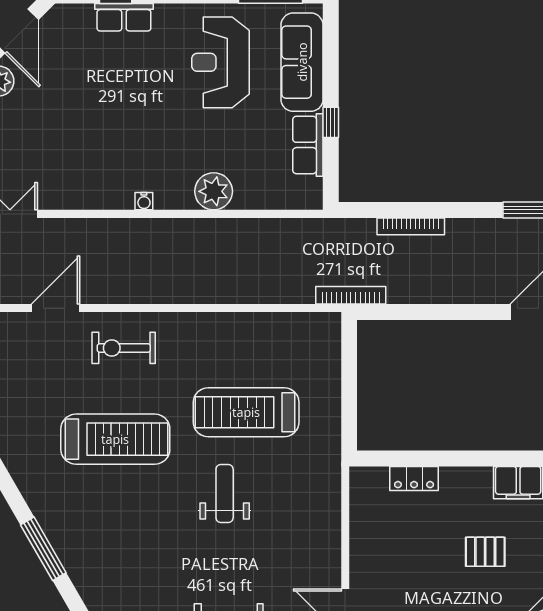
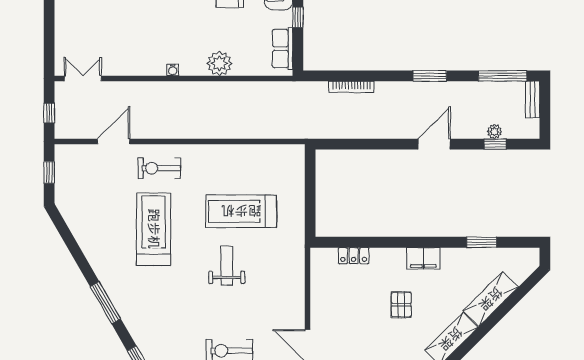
row of seats: (308, 145) -> (283, 49), moved
bookcase: (351, 295) -> (311, 133), removed
treadmill: (115, 439) -> (154, 229), turned -90
pallet: (485, 552) -> (401, 305), turned 90

